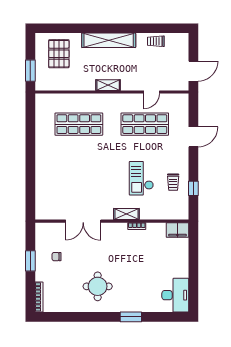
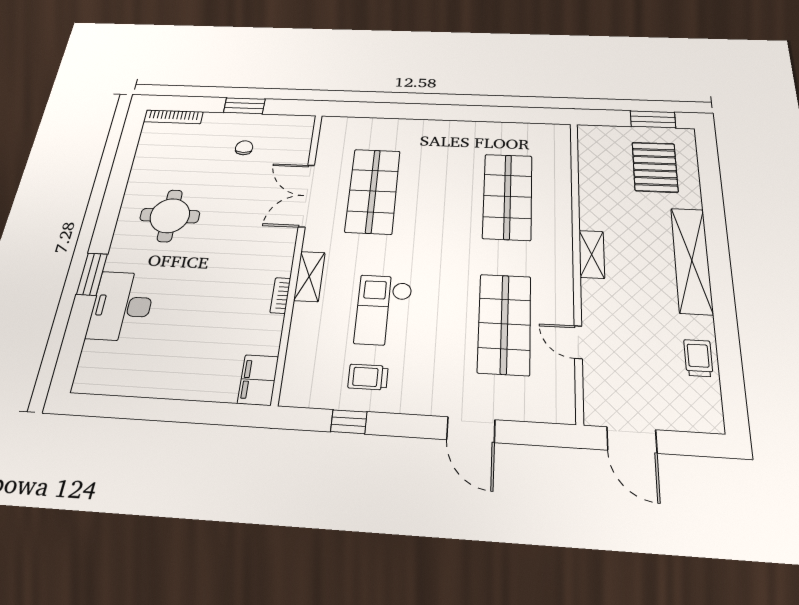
pallet: (59, 54) -> (655, 167), turned 90
window: (30, 71) -> (653, 119), moved
checkout: (141, 178) -> (384, 310), turned -90
shop shelf: (79, 189) -> (373, 191), added
desk: (175, 295) -> (122, 306), moved, turned 90

